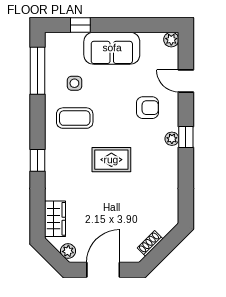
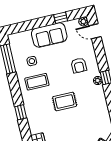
window: (80, 25) -> (61, 18), moved
door: (186, 81) -> (95, 31), moved
armchair: (148, 108) -> (79, 65), turned 90

